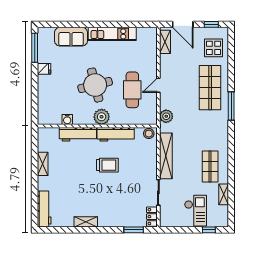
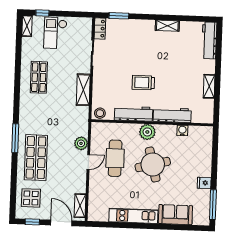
plant: (166, 116) -> (81, 143), moved
shelving: (166, 156) -> (83, 90), width x0.68
shelving: (224, 194) -> (27, 26), moved

